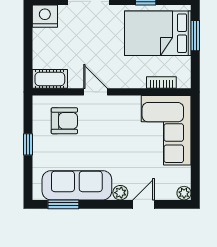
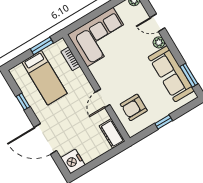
bed: (158, 33) -> (45, 78), width x0.67
window: (195, 36) -> (42, 46), moved
armchair: (64, 121) -> (134, 107), turned -90

